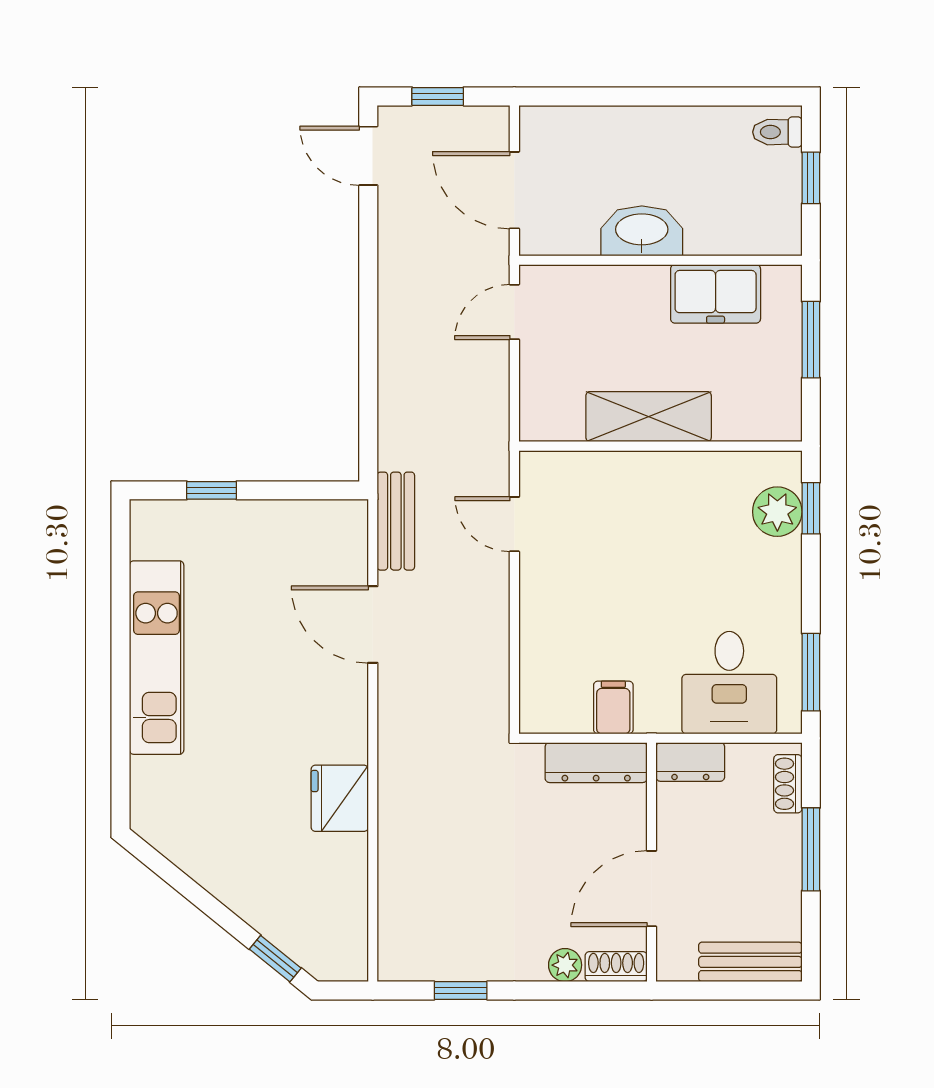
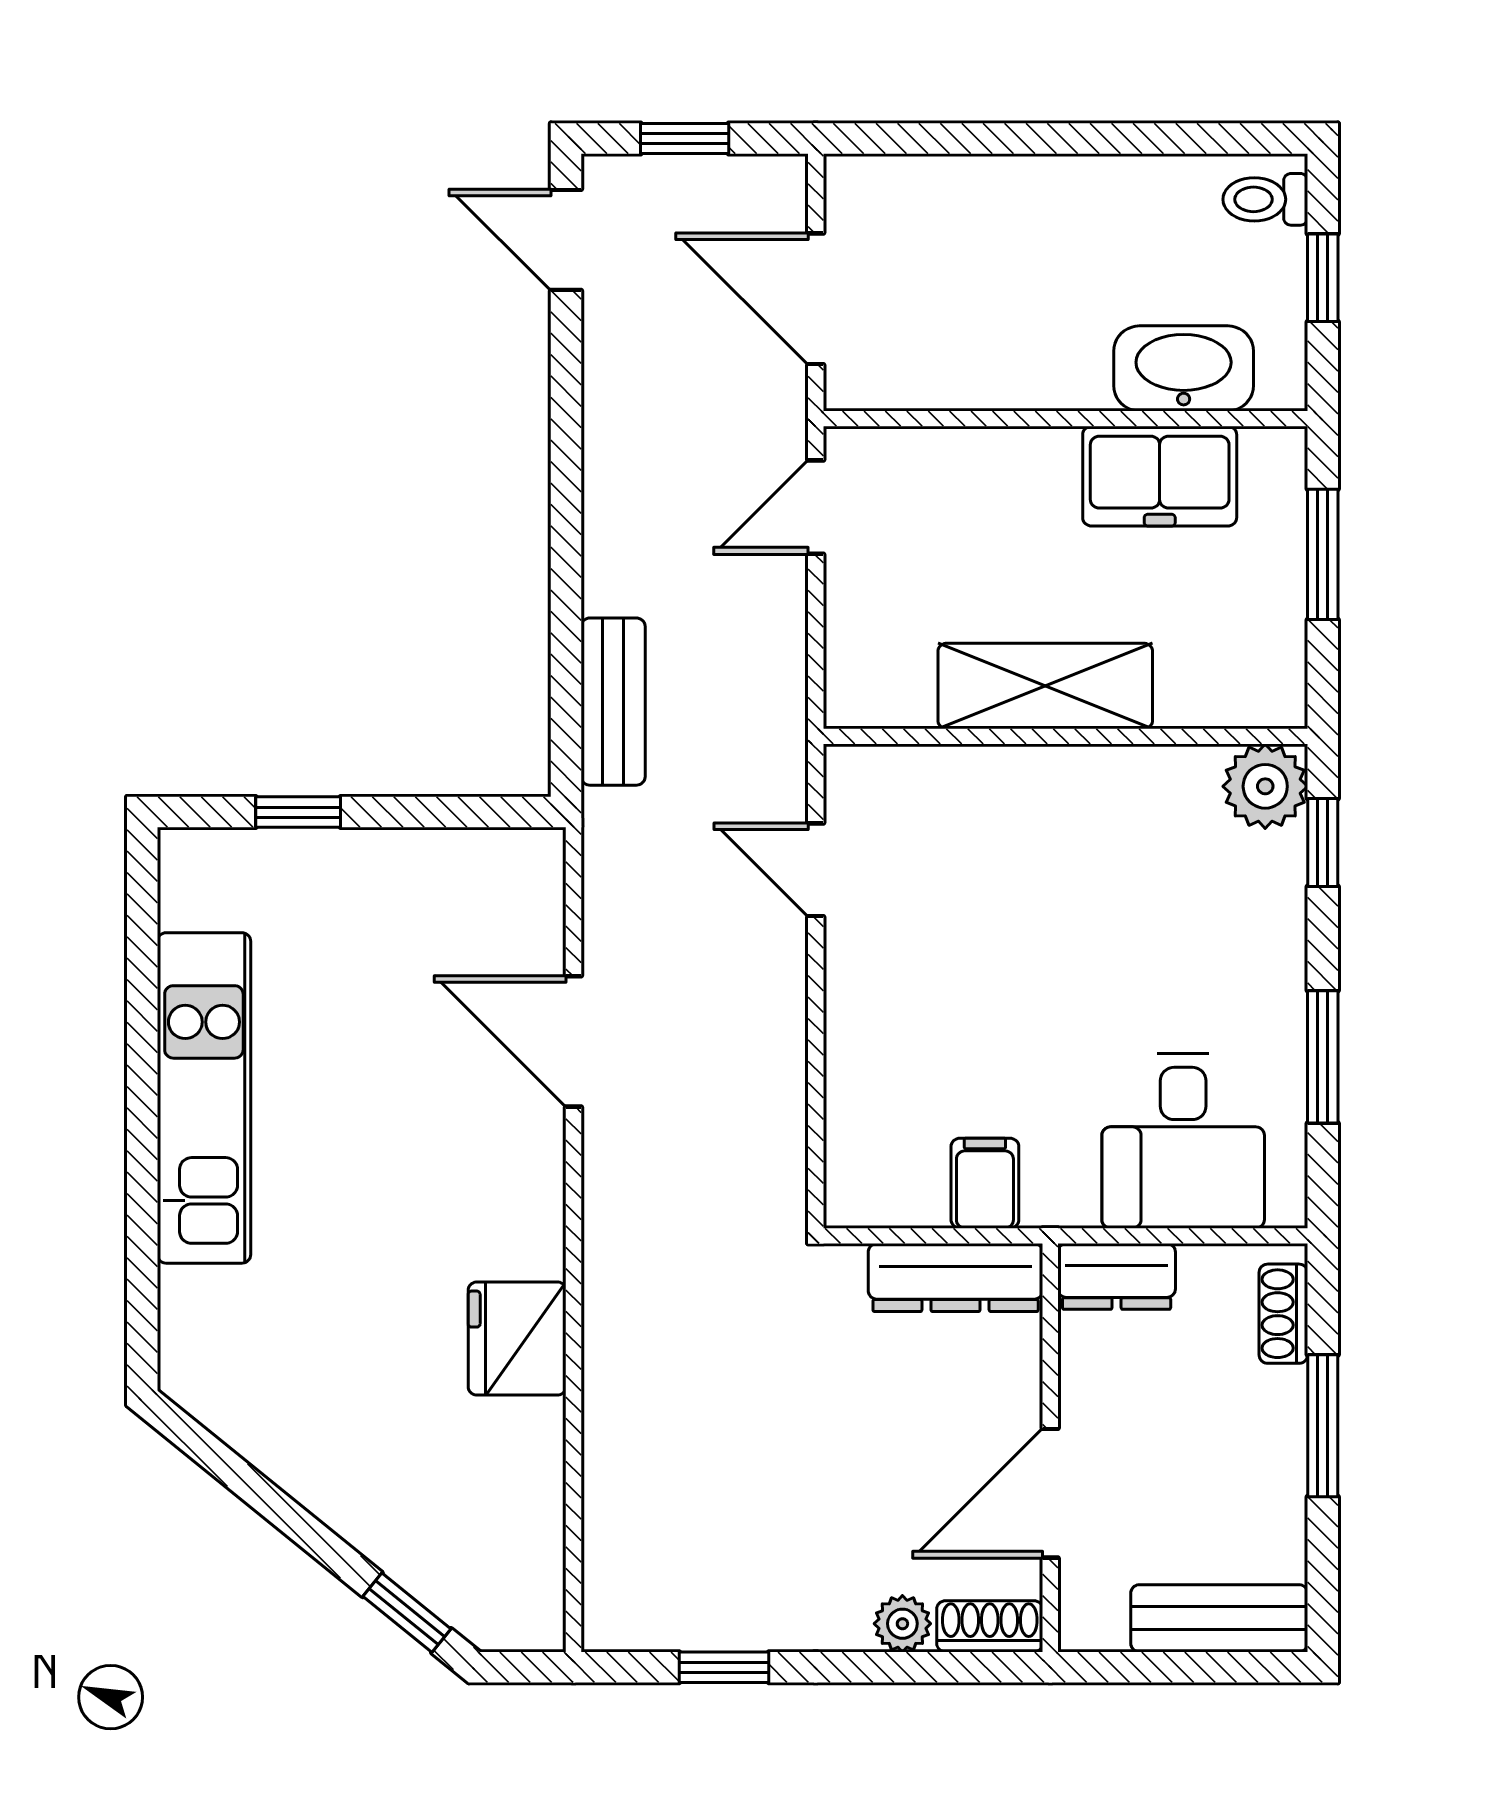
washbasin: (642, 231) -> (1184, 368), moved
plant: (777, 512) -> (1265, 786), moved
bench: (396, 521) -> (613, 702), moved
window: (811, 672) -> (1323, 1057), moved

